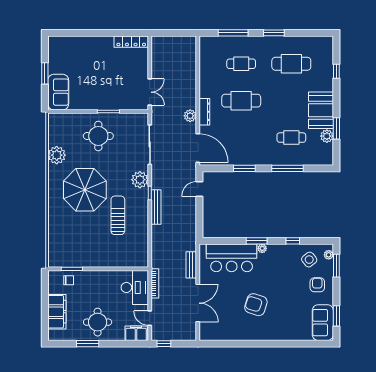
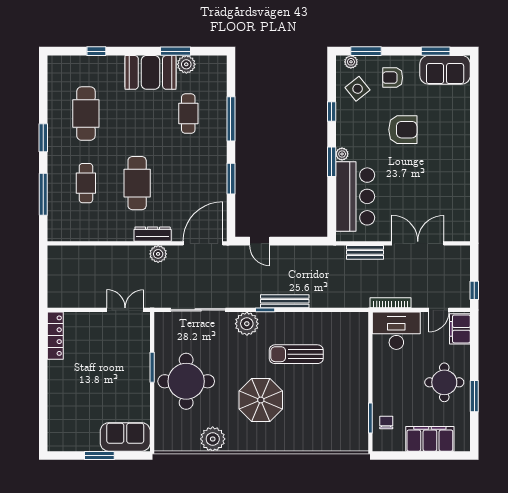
round table: (98, 136) -> (186, 381), width x1.36, depth x1.36
parasol: (85, 190) -> (261, 400), width x0.73, depth x0.73
armchair: (256, 305) -> (403, 130), moved, turned -108

